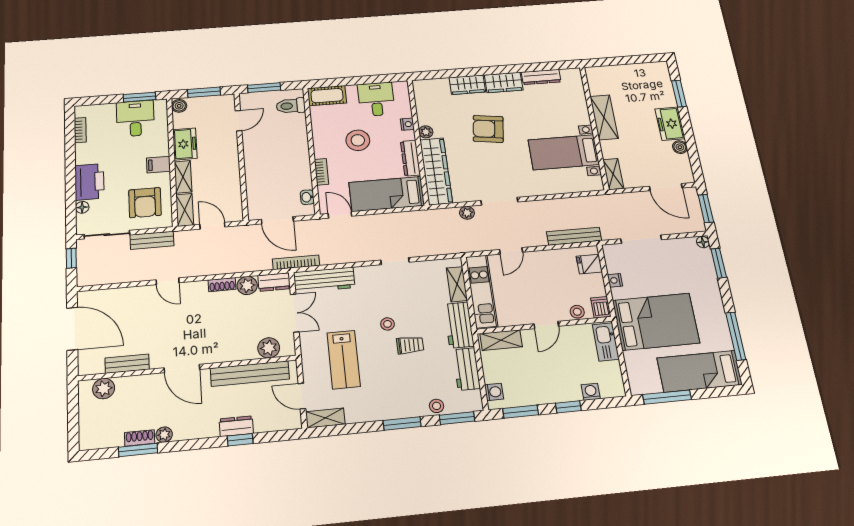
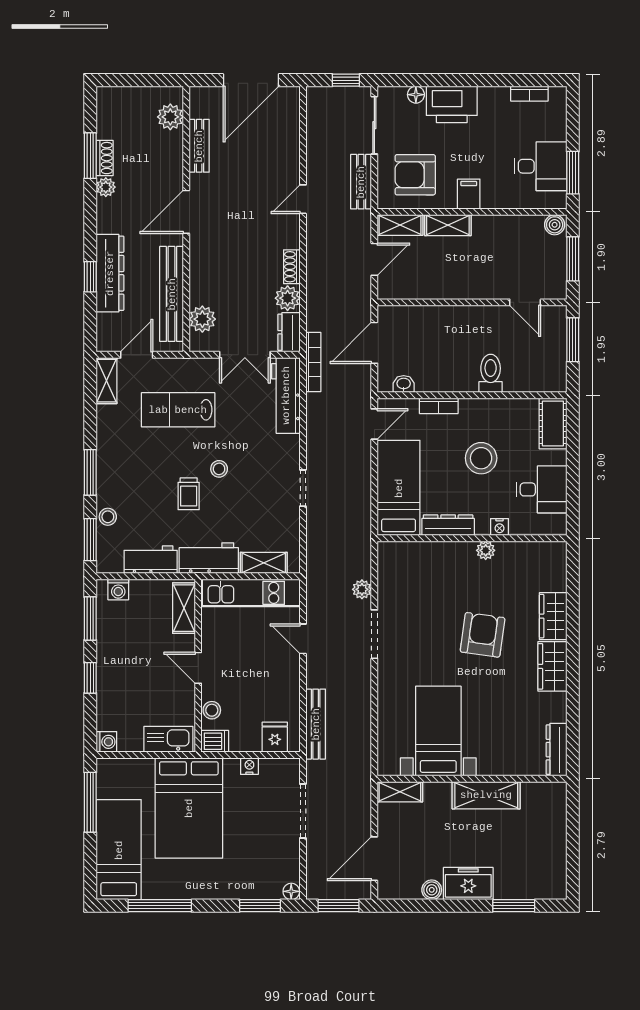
dresser: (541, 77) -> (557, 750), moved
toilet: (291, 106) -> (491, 373), moved
freezer: (185, 144) -> (496, 230), removed
wardrobe: (436, 171) -> (426, 557), removed
washing machine: (591, 392) -> (106, 742), moved
dresser: (236, 426) -> (110, 273), width x1.96, depth x1.24

